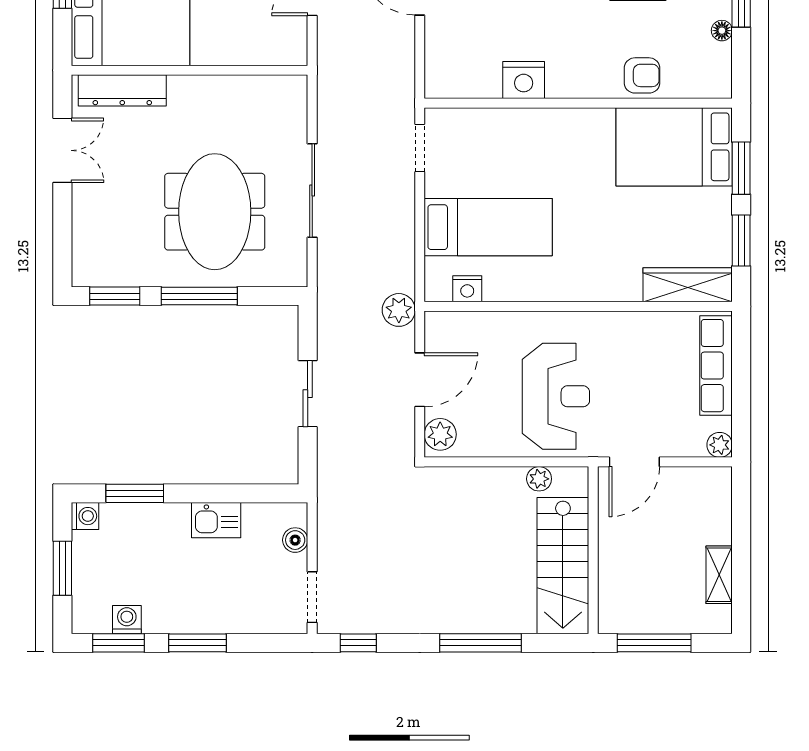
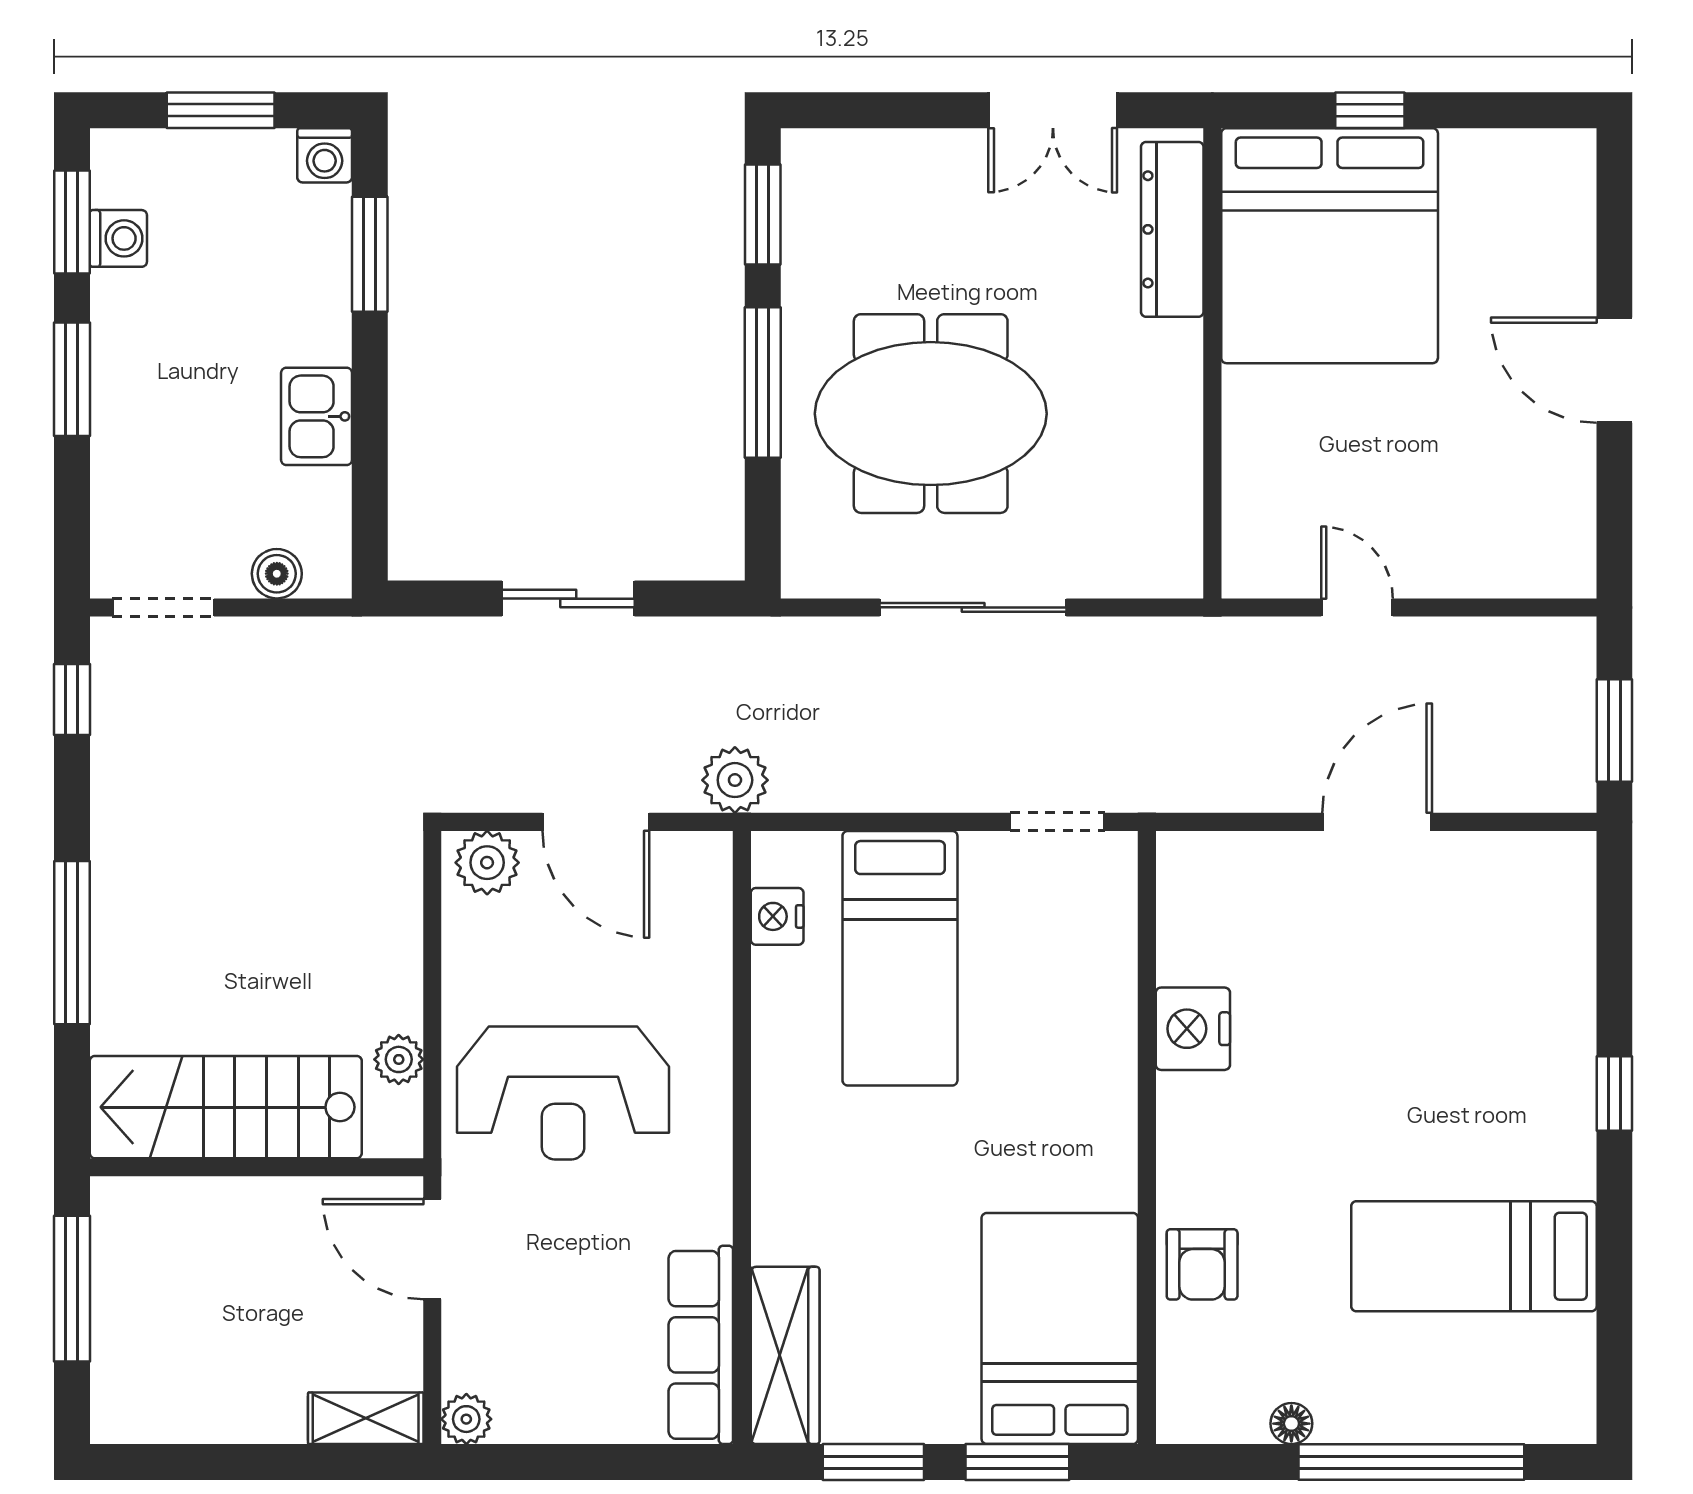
row of seats: (716, 366) -> (701, 1345), moved, turned -90
shelving: (719, 575) -> (366, 1418), moved

